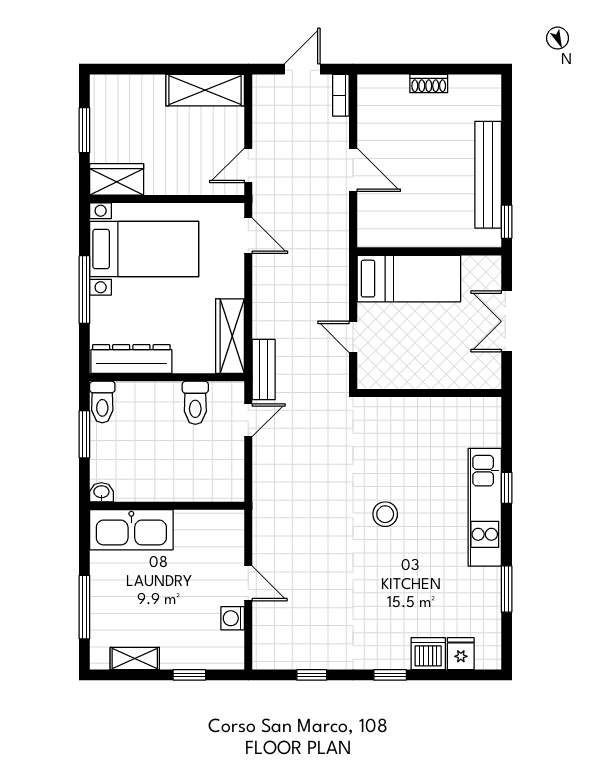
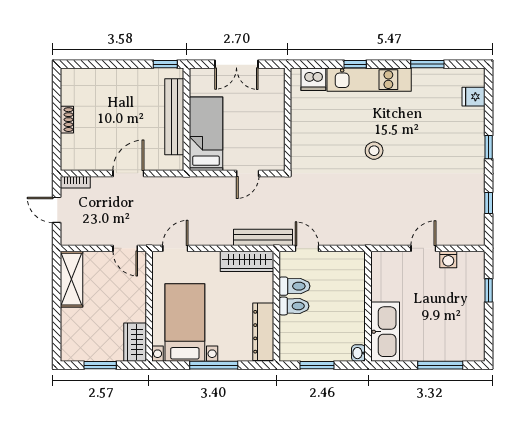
bench: (488, 175) -> (174, 117), moved, turned 90
bench: (264, 370) -> (263, 237), width x1.36
toilet: (102, 402) -> (294, 306), moved
dishwasher: (428, 654) -> (313, 79), moved, turned -90
shelving: (135, 659) -> (477, 329), removed

